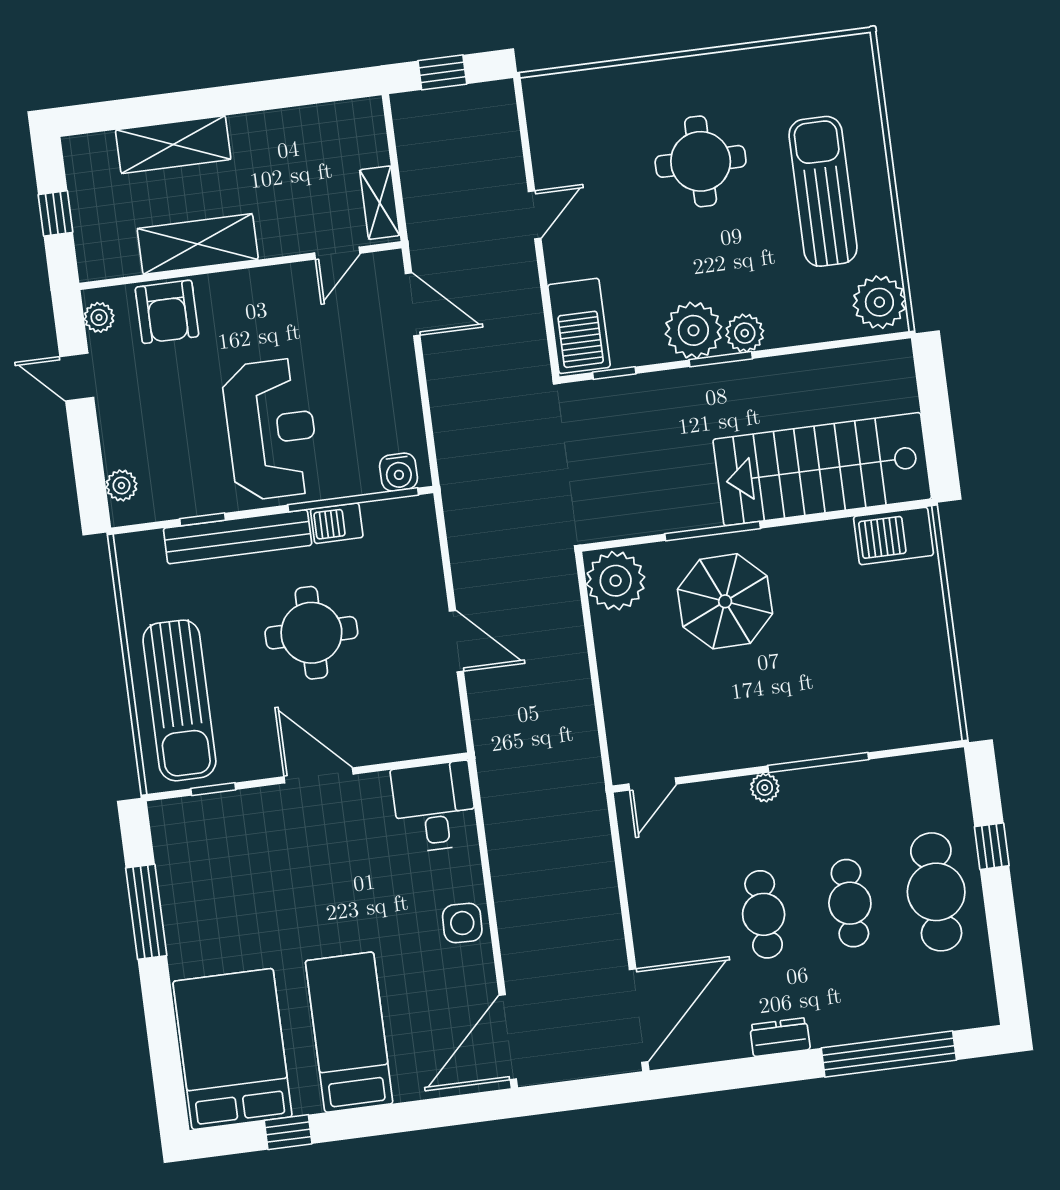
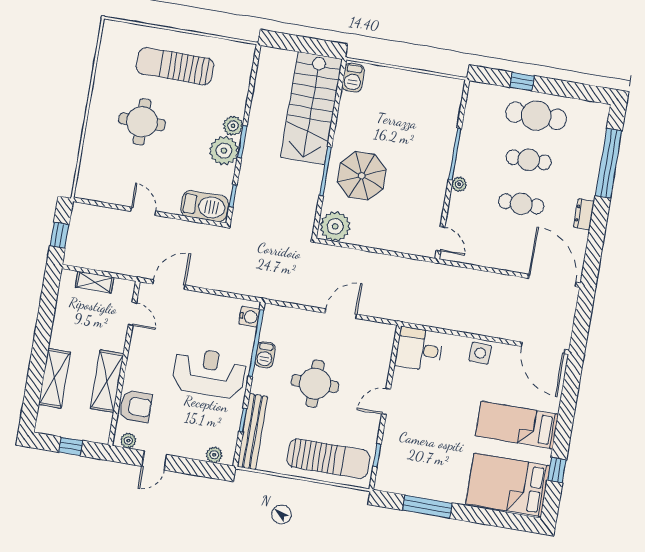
shelving: (380, 203) -> (95, 282), moved
plant: (879, 302) -> (238, 55), removed
barbecue: (893, 536) -> (353, 78), width x0.73, depth x0.79
bench: (238, 537) -> (252, 432), moved
door: (319, 775) -> (386, 402), width x0.73

